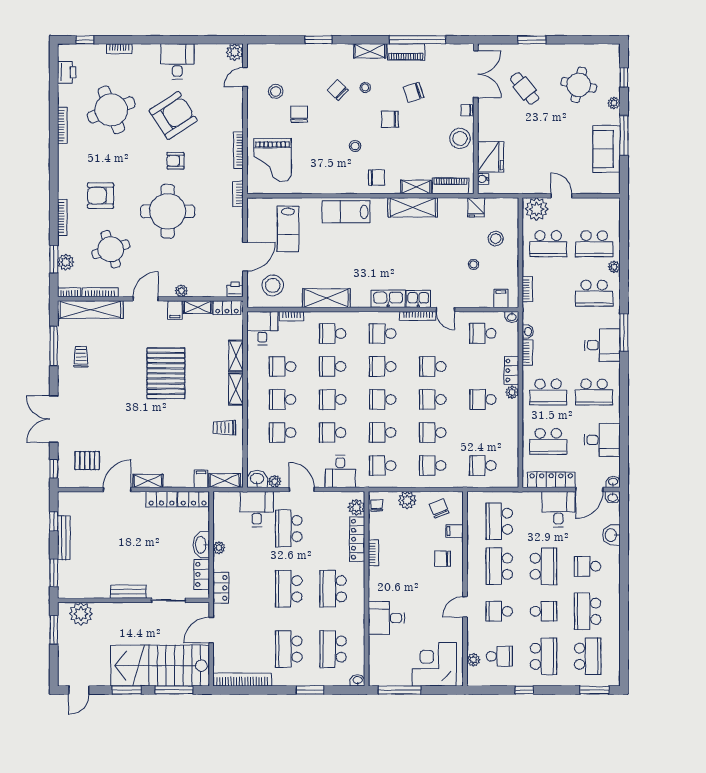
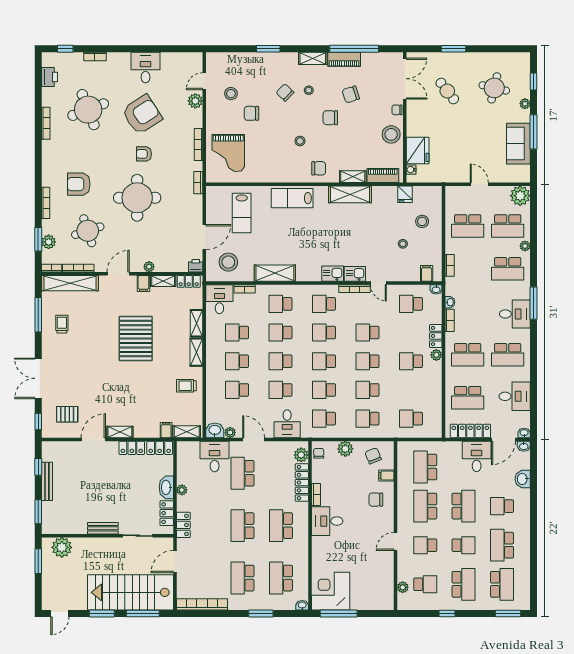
plant: (235, 52) -> (195, 101), moved
chair: (299, 114) -> (251, 113), turned -90
plant: (537, 209) -> (520, 196), moved
kitchen sink: (388, 299) -> (333, 274), width x0.73
desk: (386, 618) -> (327, 521), moved
corner desk: (434, 664) -> (331, 591), moved

